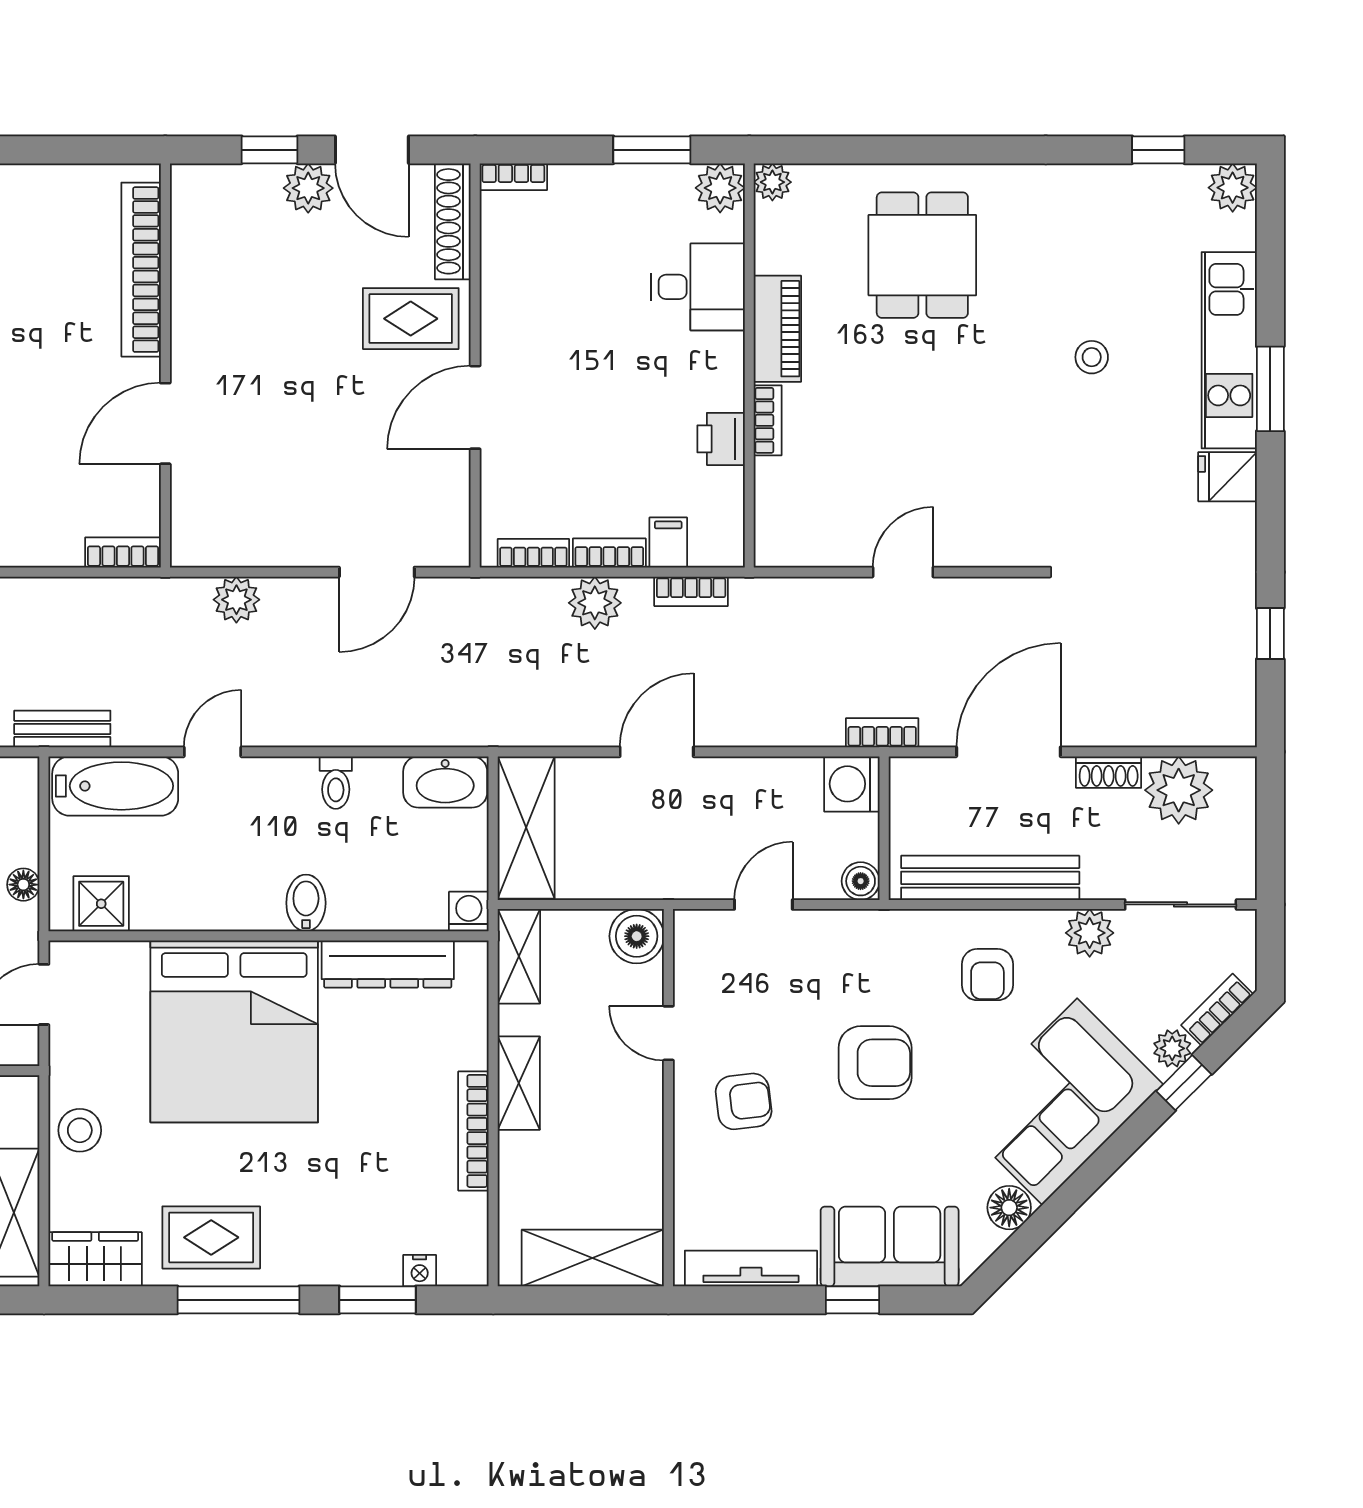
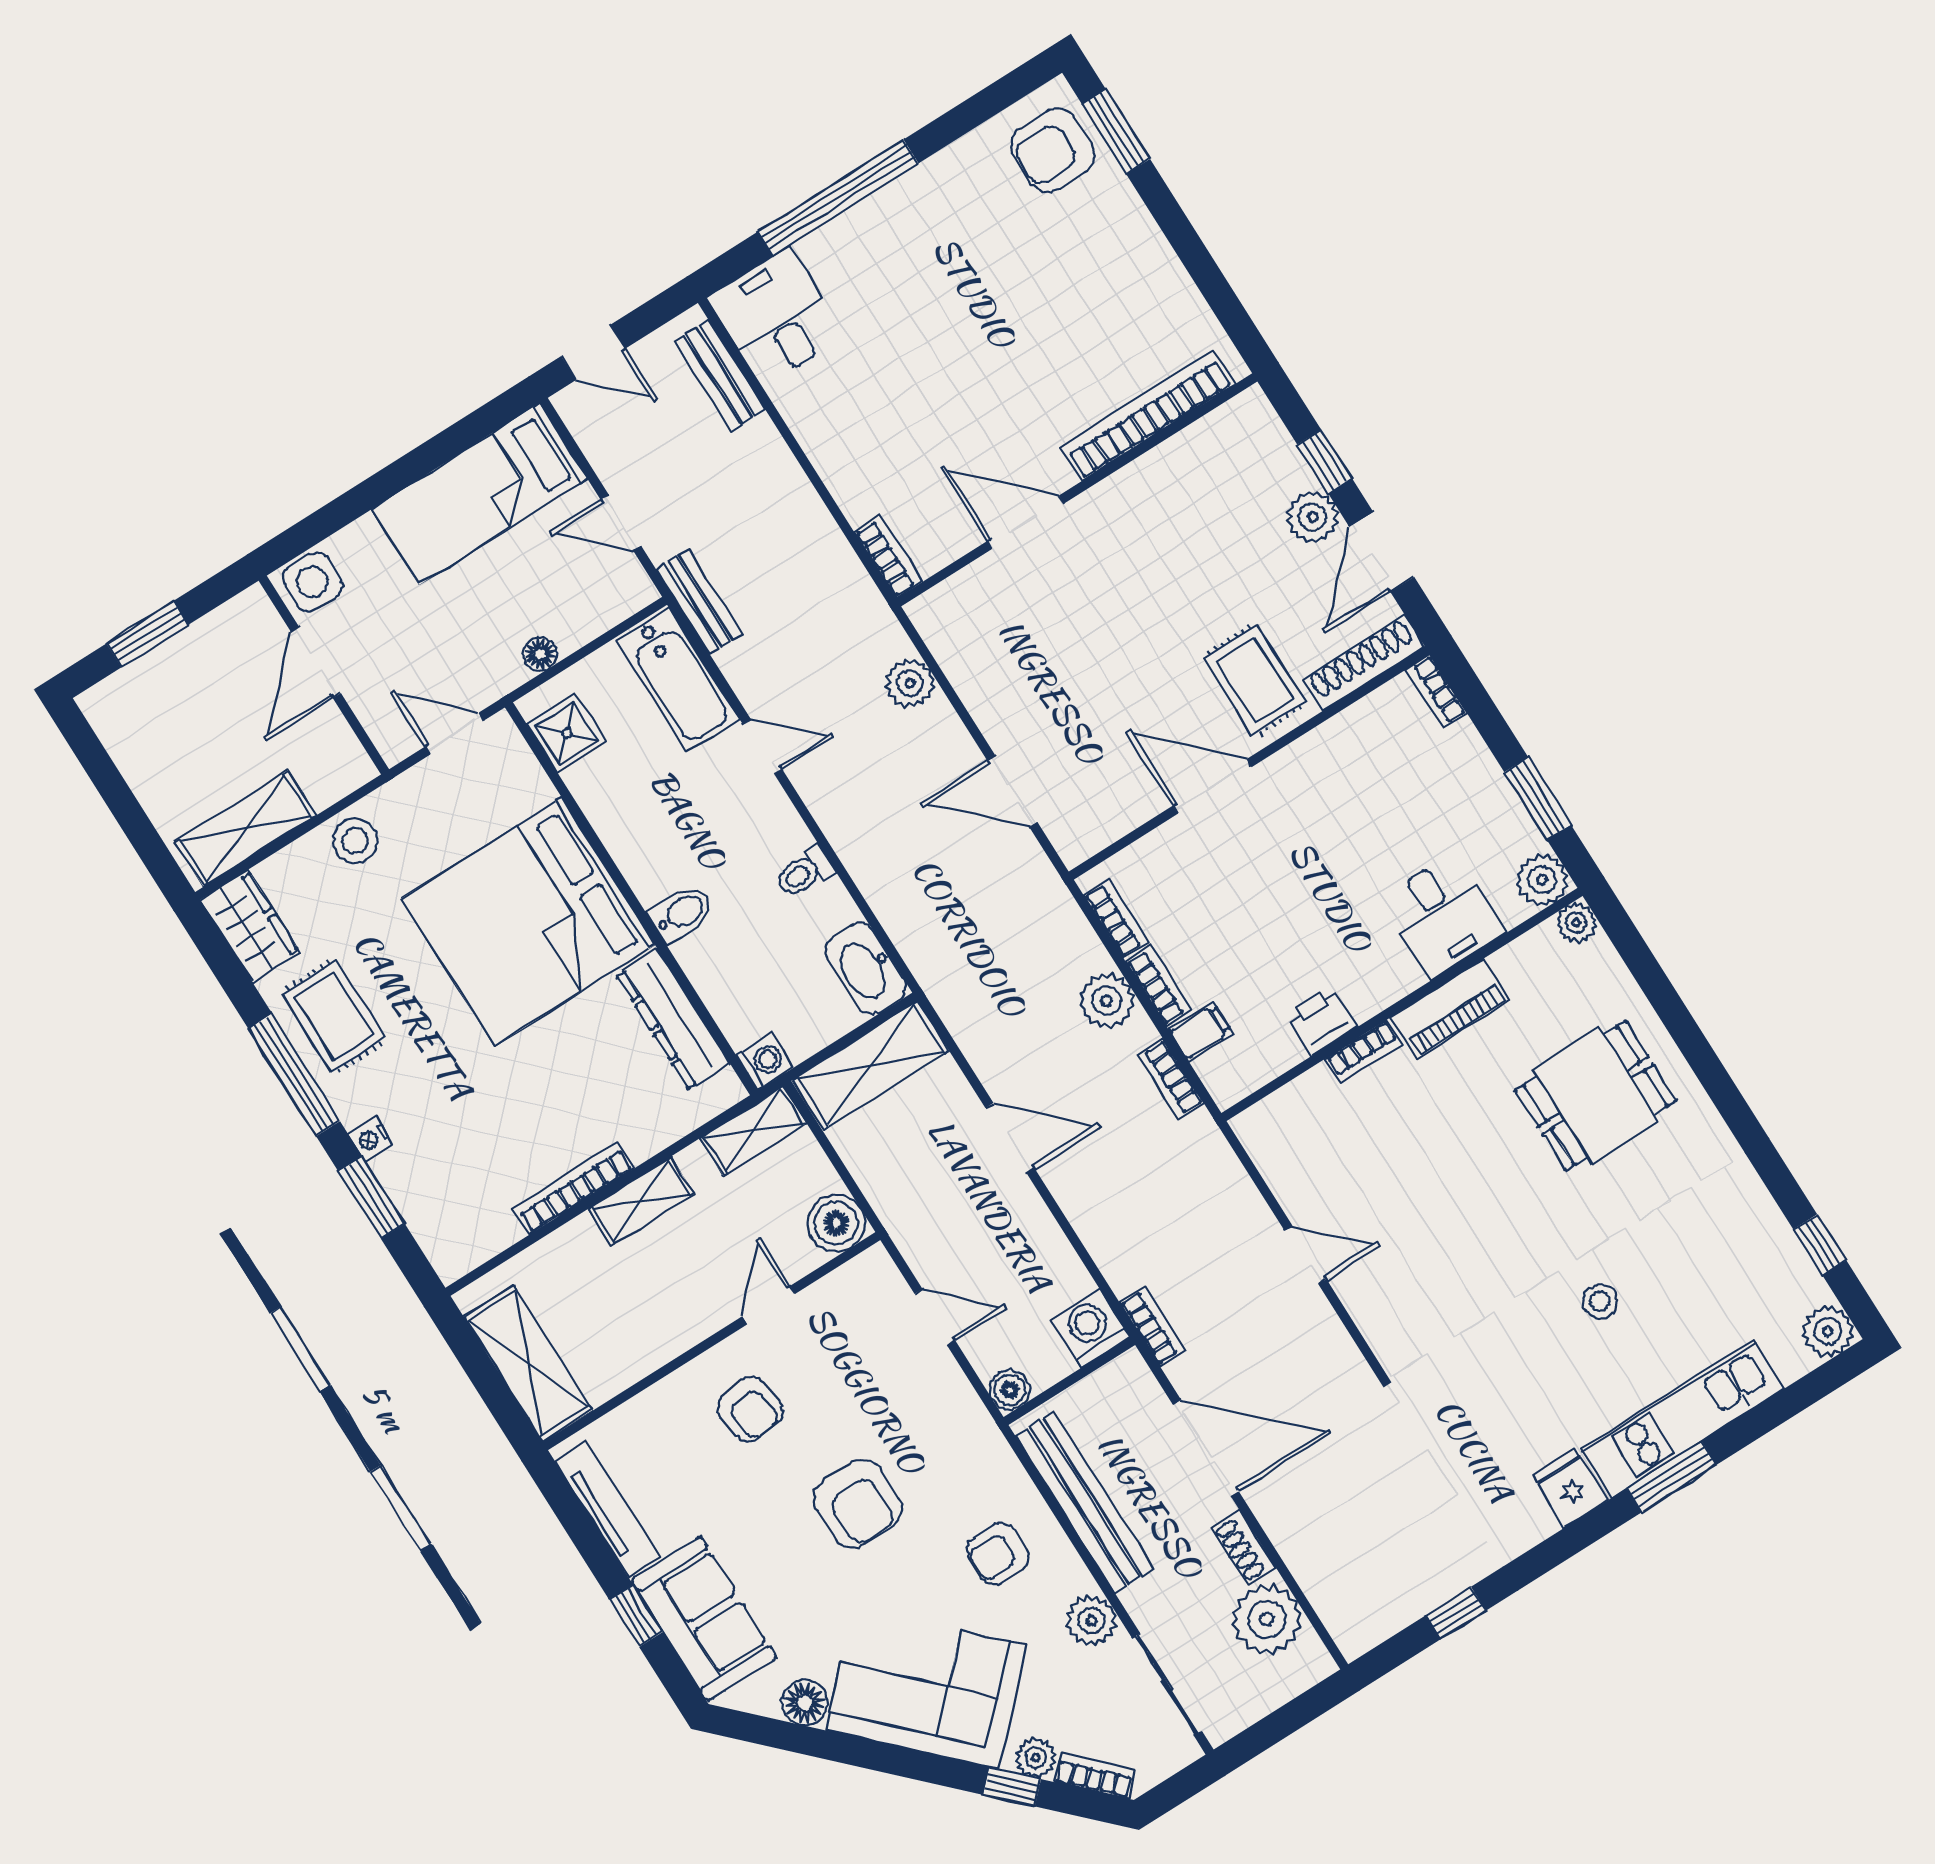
nightstand: (420, 1271) -> (371, 1139), moved

